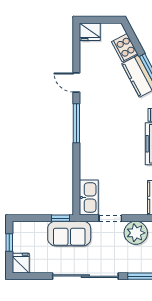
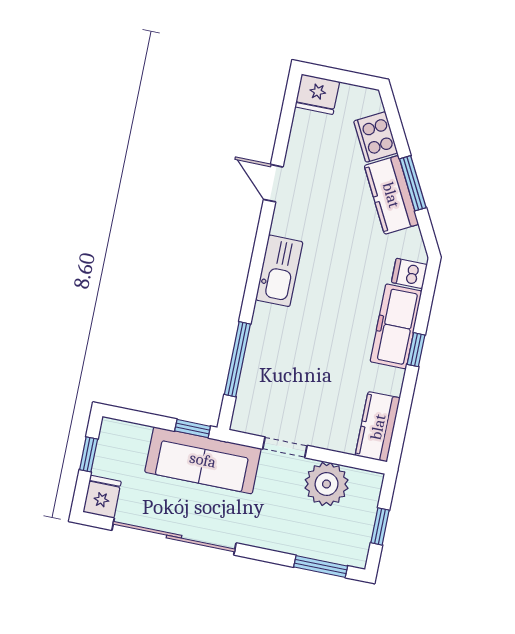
window: (76, 123) -> (237, 359), moved
kitchen sink: (89, 197) -> (279, 271), moved
sofa: (69, 234) -> (203, 460), width x1.36
sliding door: (85, 276) -> (174, 537), moved

